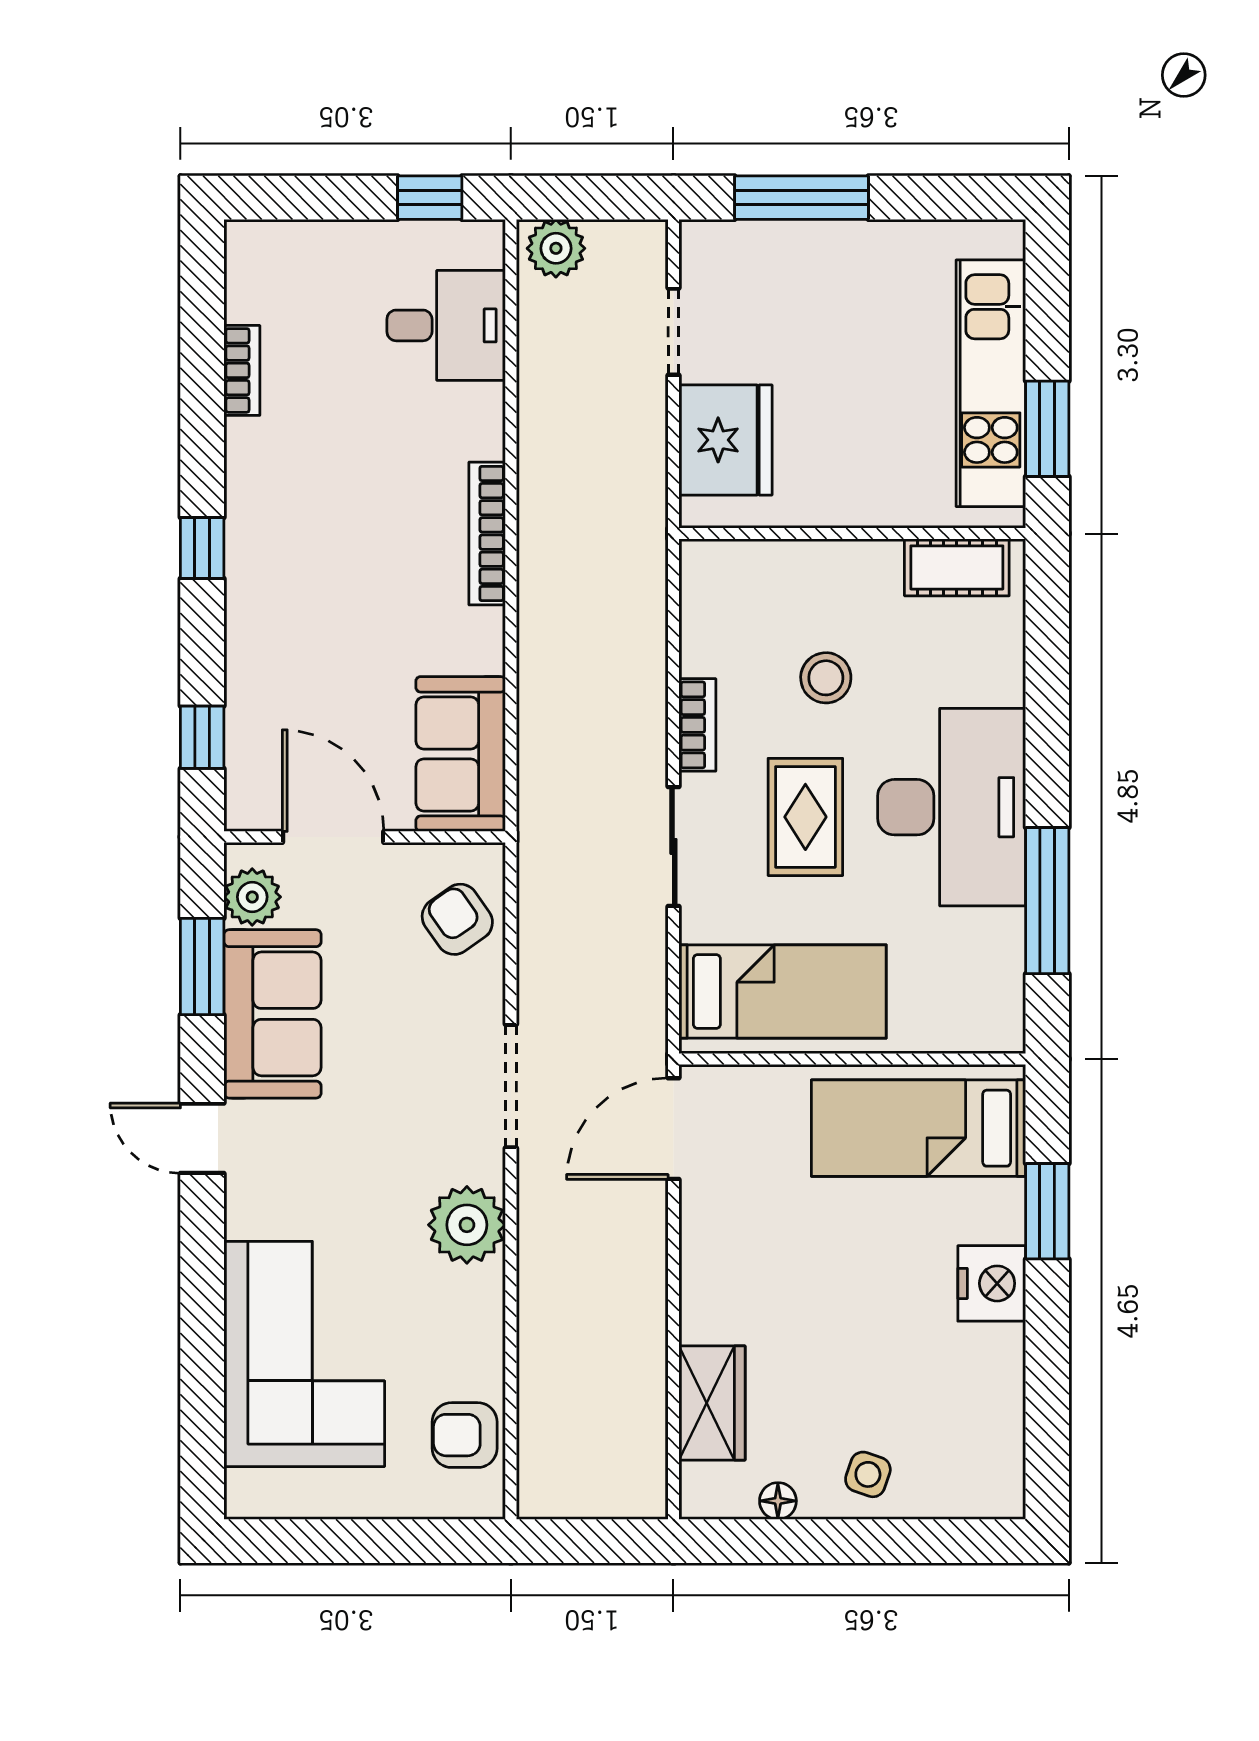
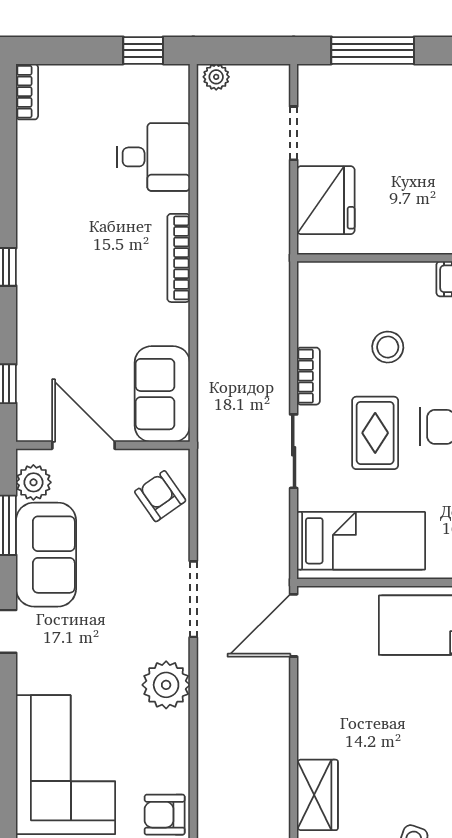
plant: (556, 248) -> (216, 77), width x0.73, depth x0.73
desk: (446, 325) -> (153, 157), moved
bookcase: (242, 370) -> (27, 92), moved

